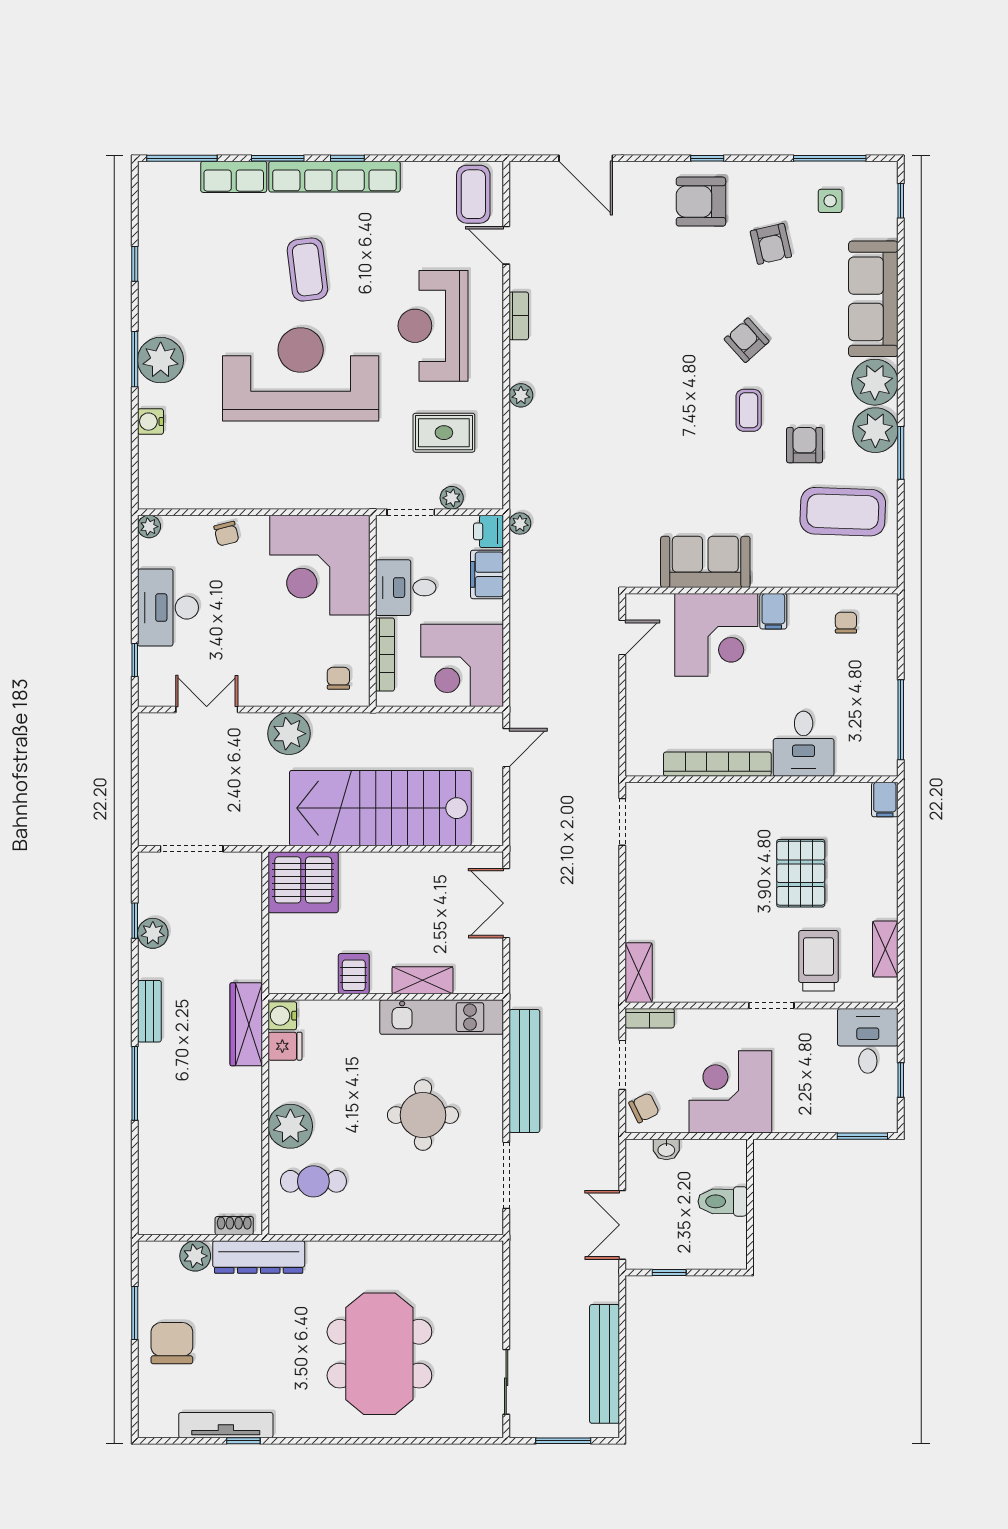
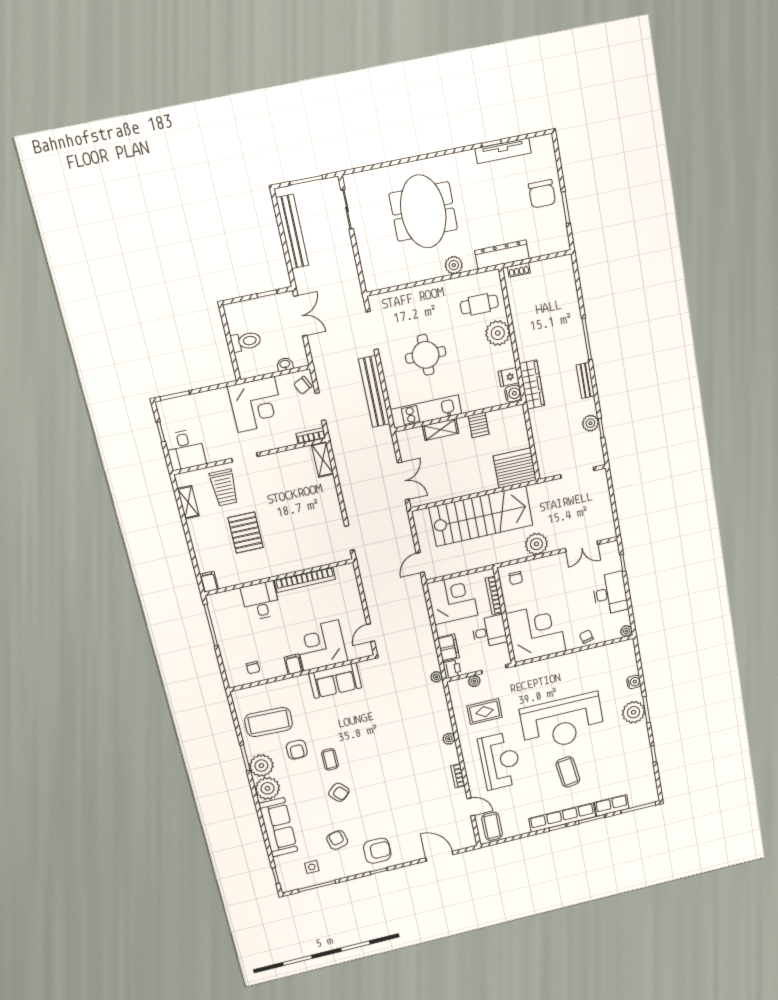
plant: (195, 1256) -> (454, 265), moved

